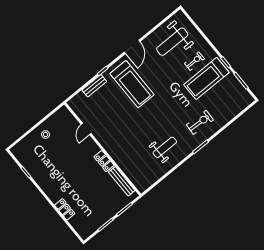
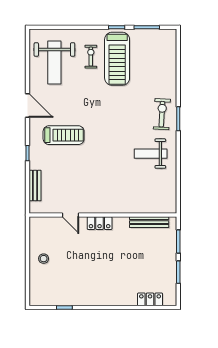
treadmill: (132, 84) -> (64, 135), width x0.73, depth x0.73
bench: (94, 86) -> (35, 185), moved
exercise bike: (200, 122) -> (162, 114), moved
weight bench: (165, 147) -> (151, 154), turned -90
locker: (104, 161) -> (100, 223), moved
locker: (65, 209) -> (150, 299), moved

